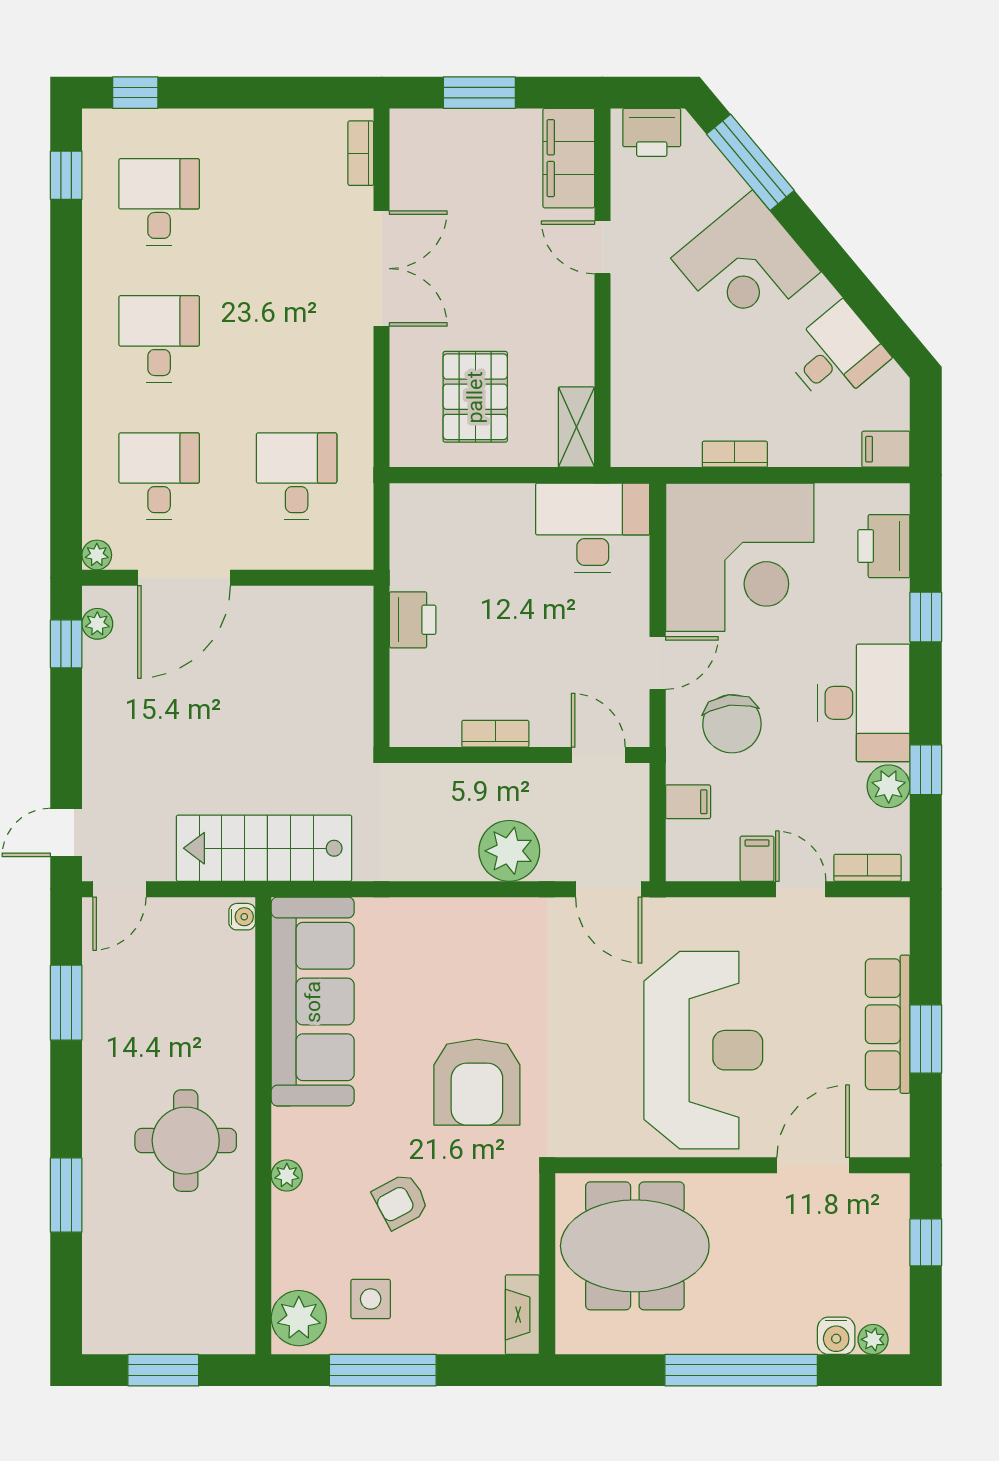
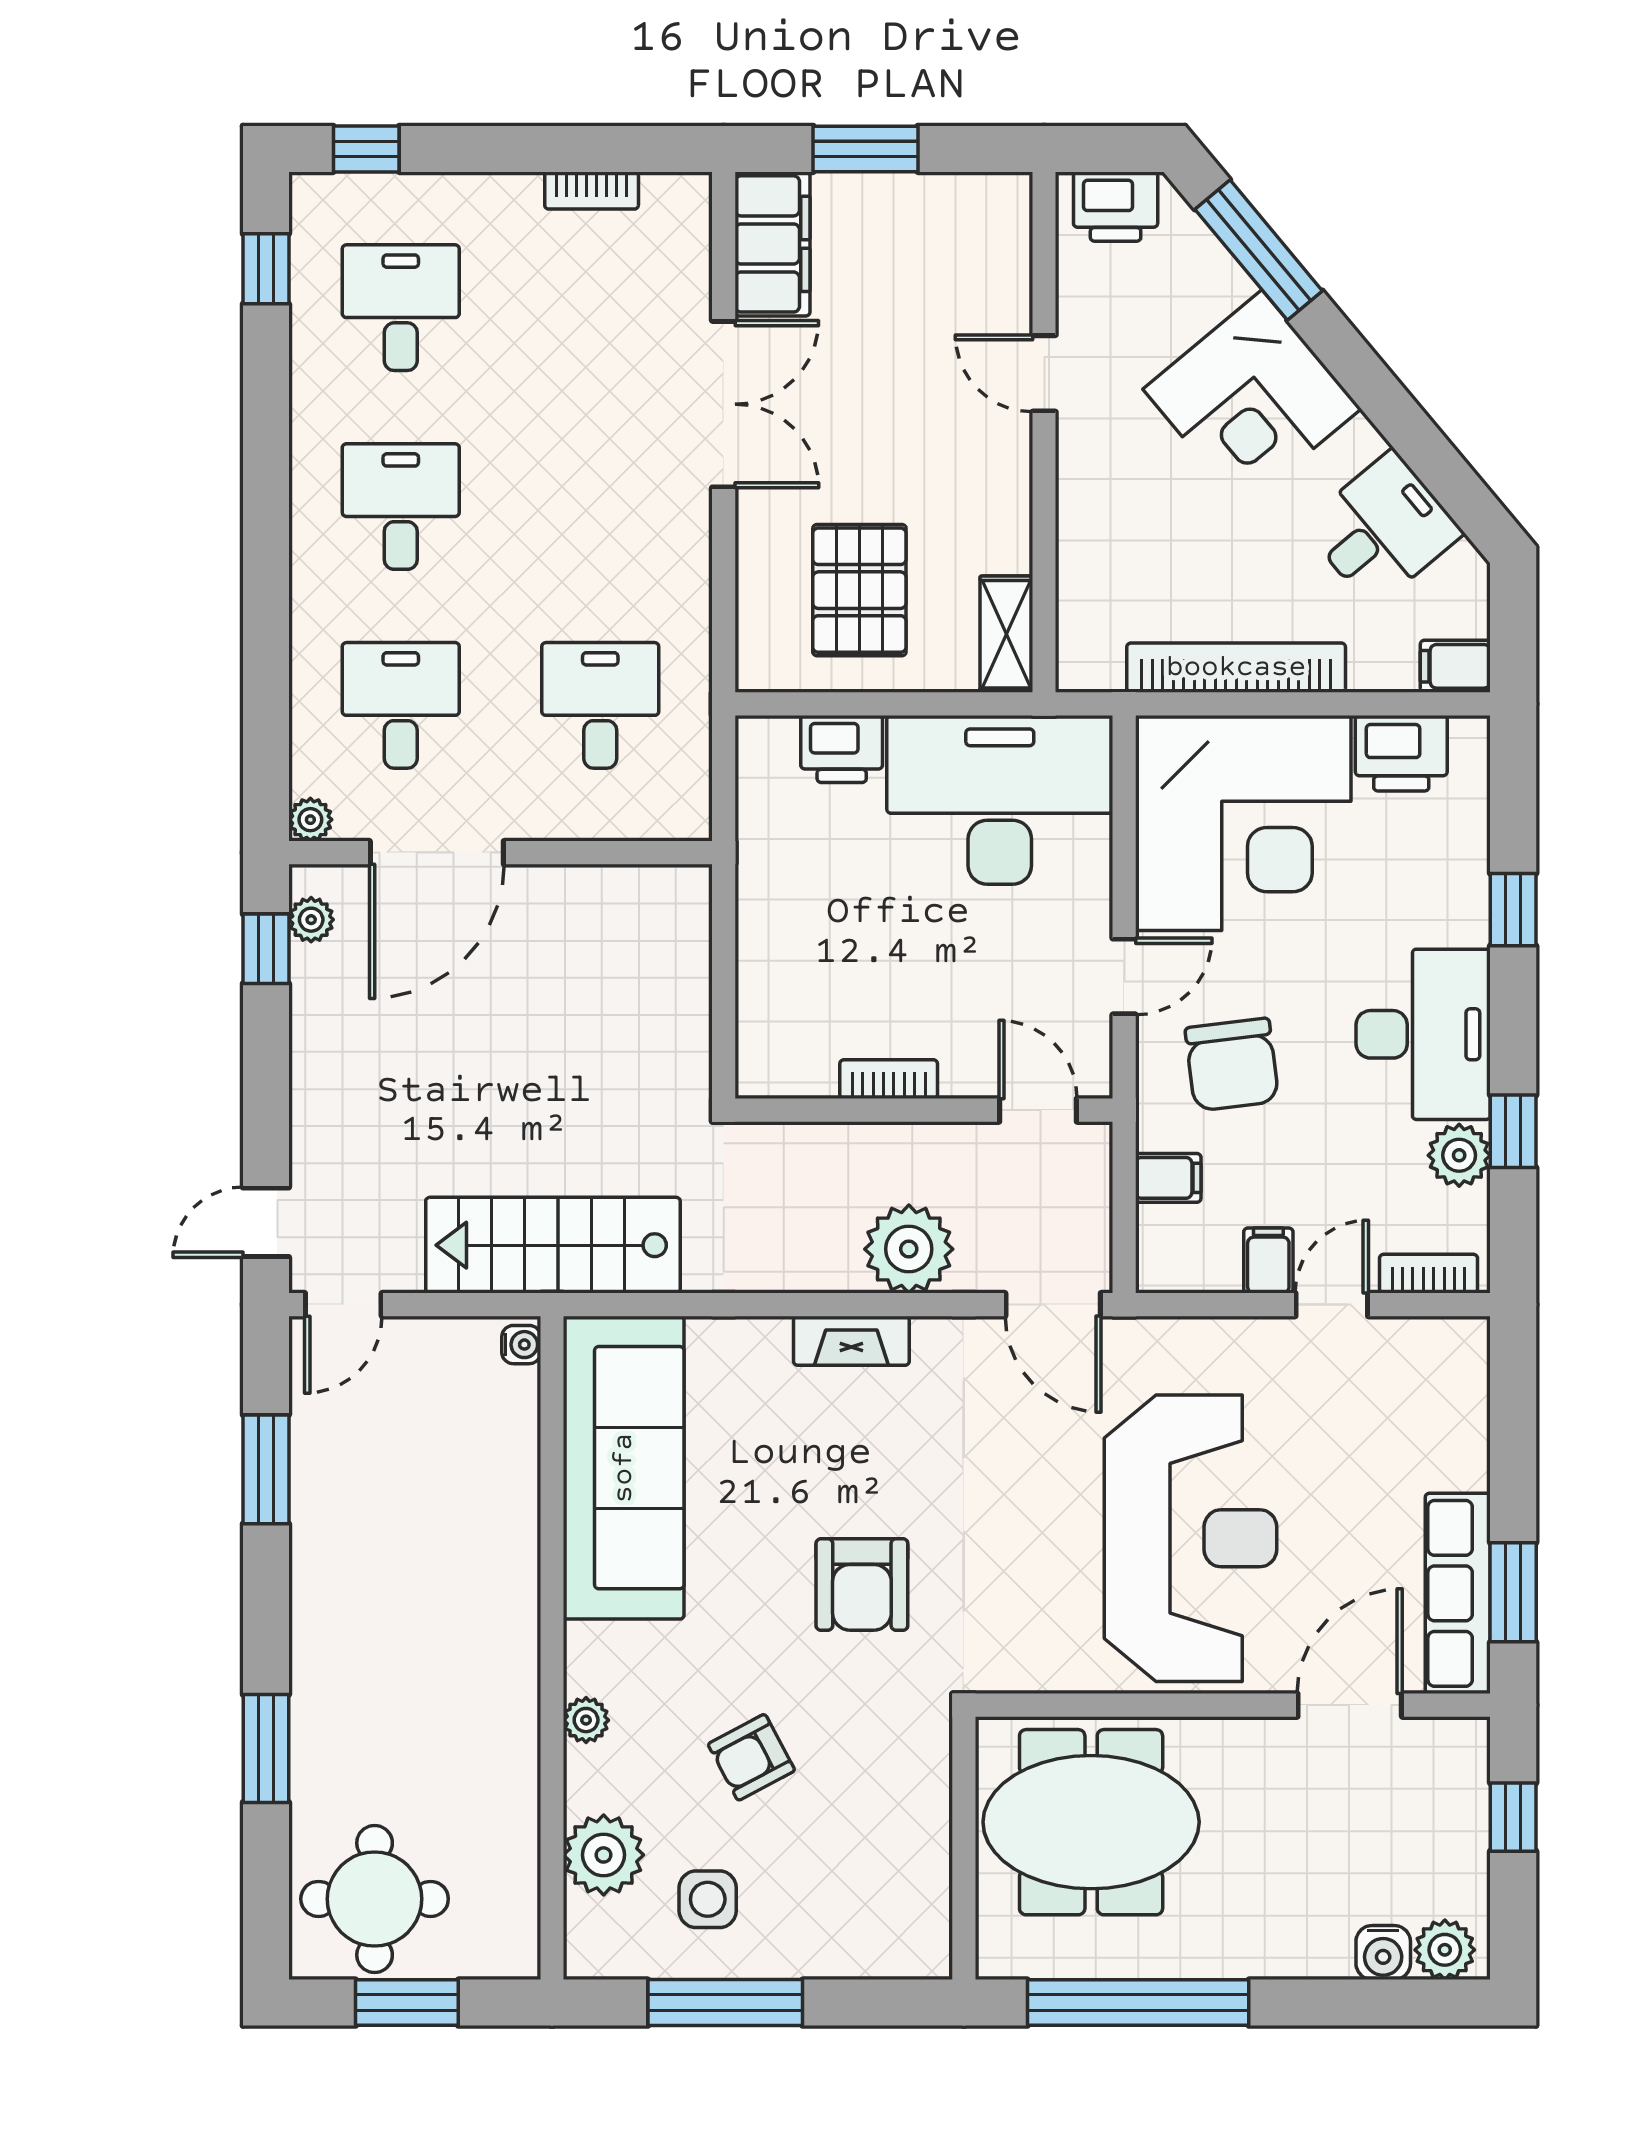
bookcase: (361, 153) -> (592, 191), moved, turned -90
filing cabinet: (569, 158) -> (772, 244), moved, turned 180
bookcase: (735, 454) -> (1236, 668), width x2.31, depth x1.31
desk: (593, 528) -> (1000, 800), width x1.36, depth x1.30
printer: (884, 546) -> (1401, 753), moved, turned -90
printer: (413, 620) -> (842, 749), moved, turned 90
door: (801, 889) -> (1332, 1305), hinge flipped
row of seats: (888, 1024) -> (1458, 1593), moved
window: (926, 1039) -> (1513, 1592), moved
armchair: (477, 1082) -> (862, 1585), width x0.73, depth x0.73
round table: (186, 1141) -> (375, 1899), moved
fireplace: (522, 1315) -> (851, 1341), moved, turned -90
plant: (299, 1318) -> (604, 1855), moved
plant: (873, 1339) -> (1445, 1950), width x1.38, depth x1.38
window: (741, 1370) -> (1138, 2003), moved

